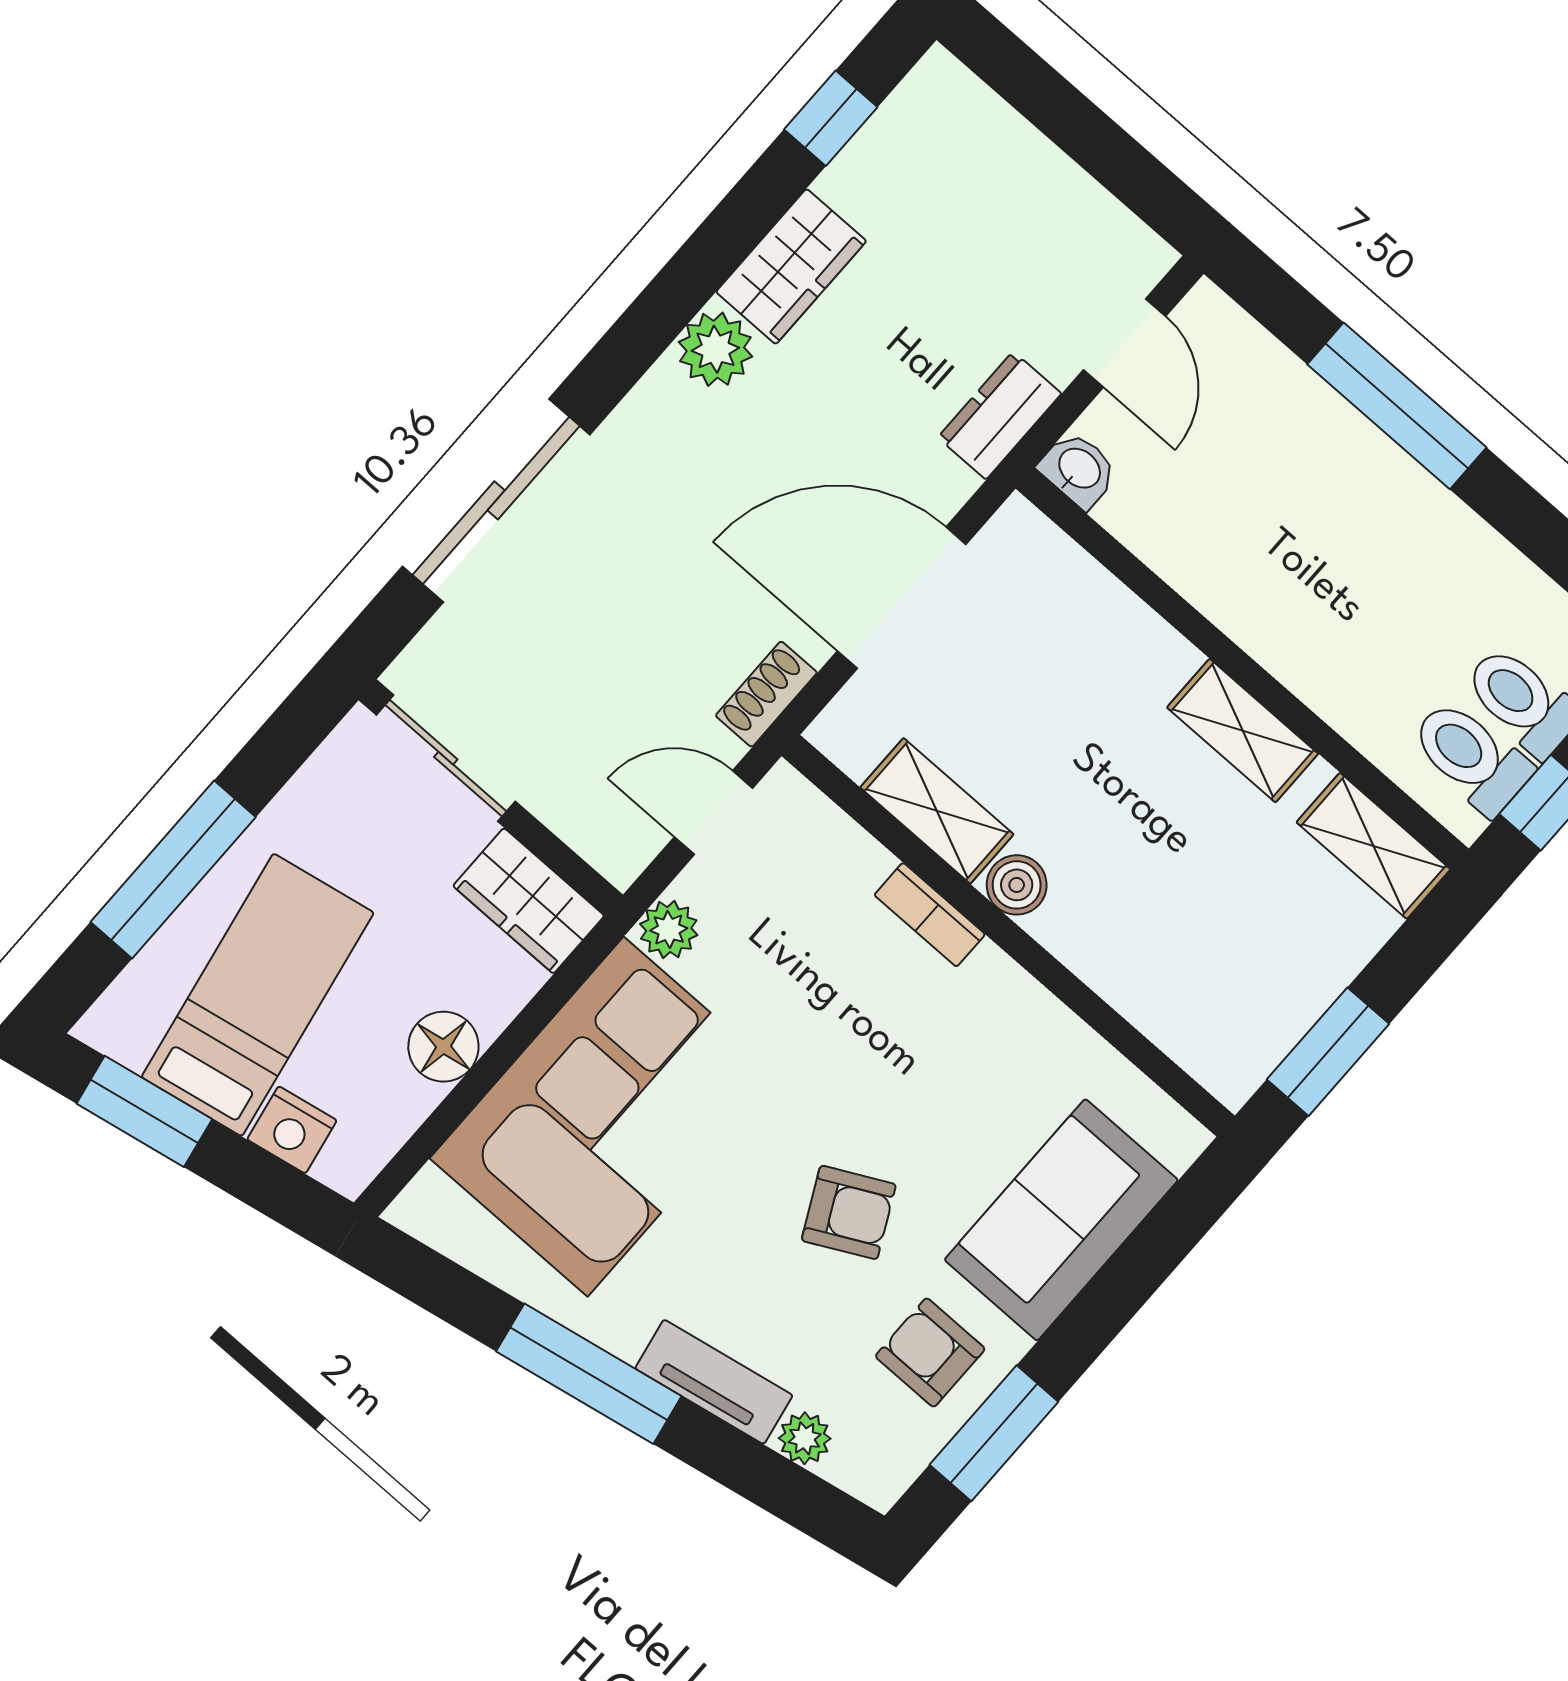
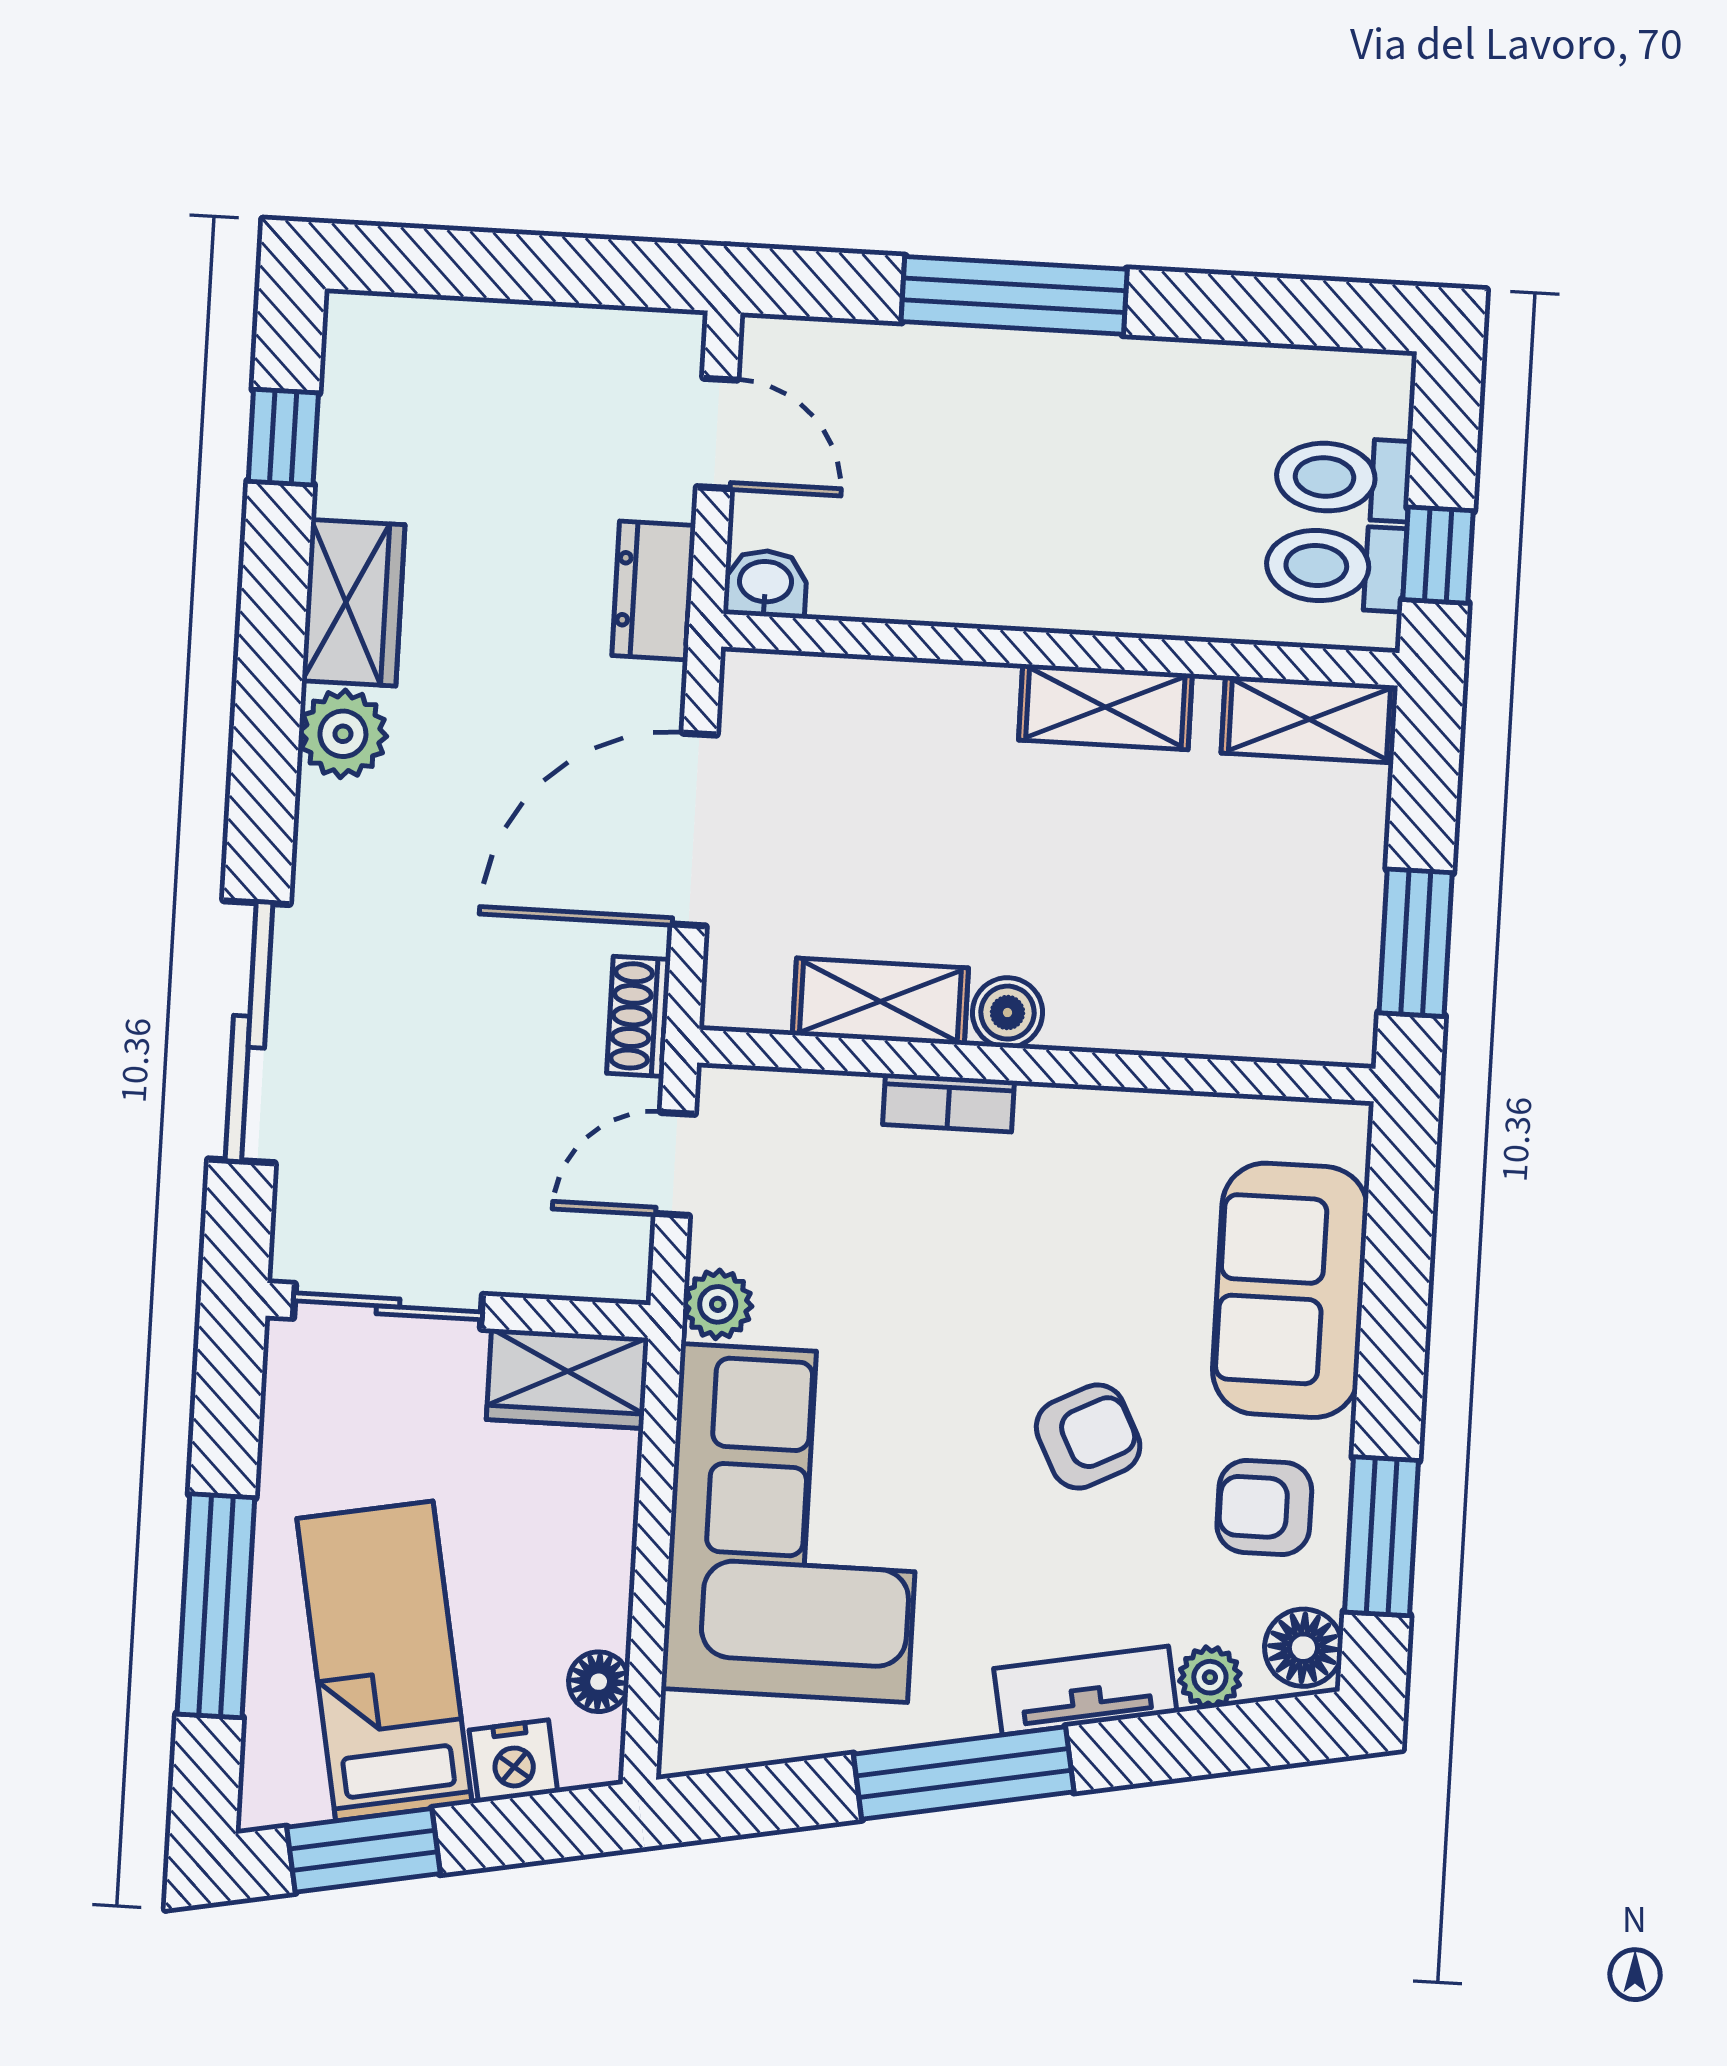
floor lamp: (443, 1047) -> (599, 1682), moved, width x0.73, depth x0.73
floor lamp: (883, 1467) -> (1303, 1648), added

